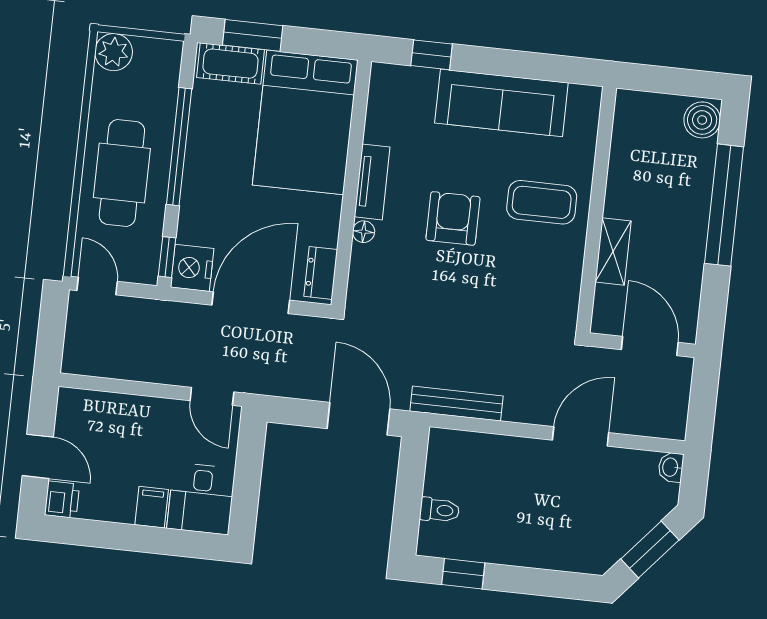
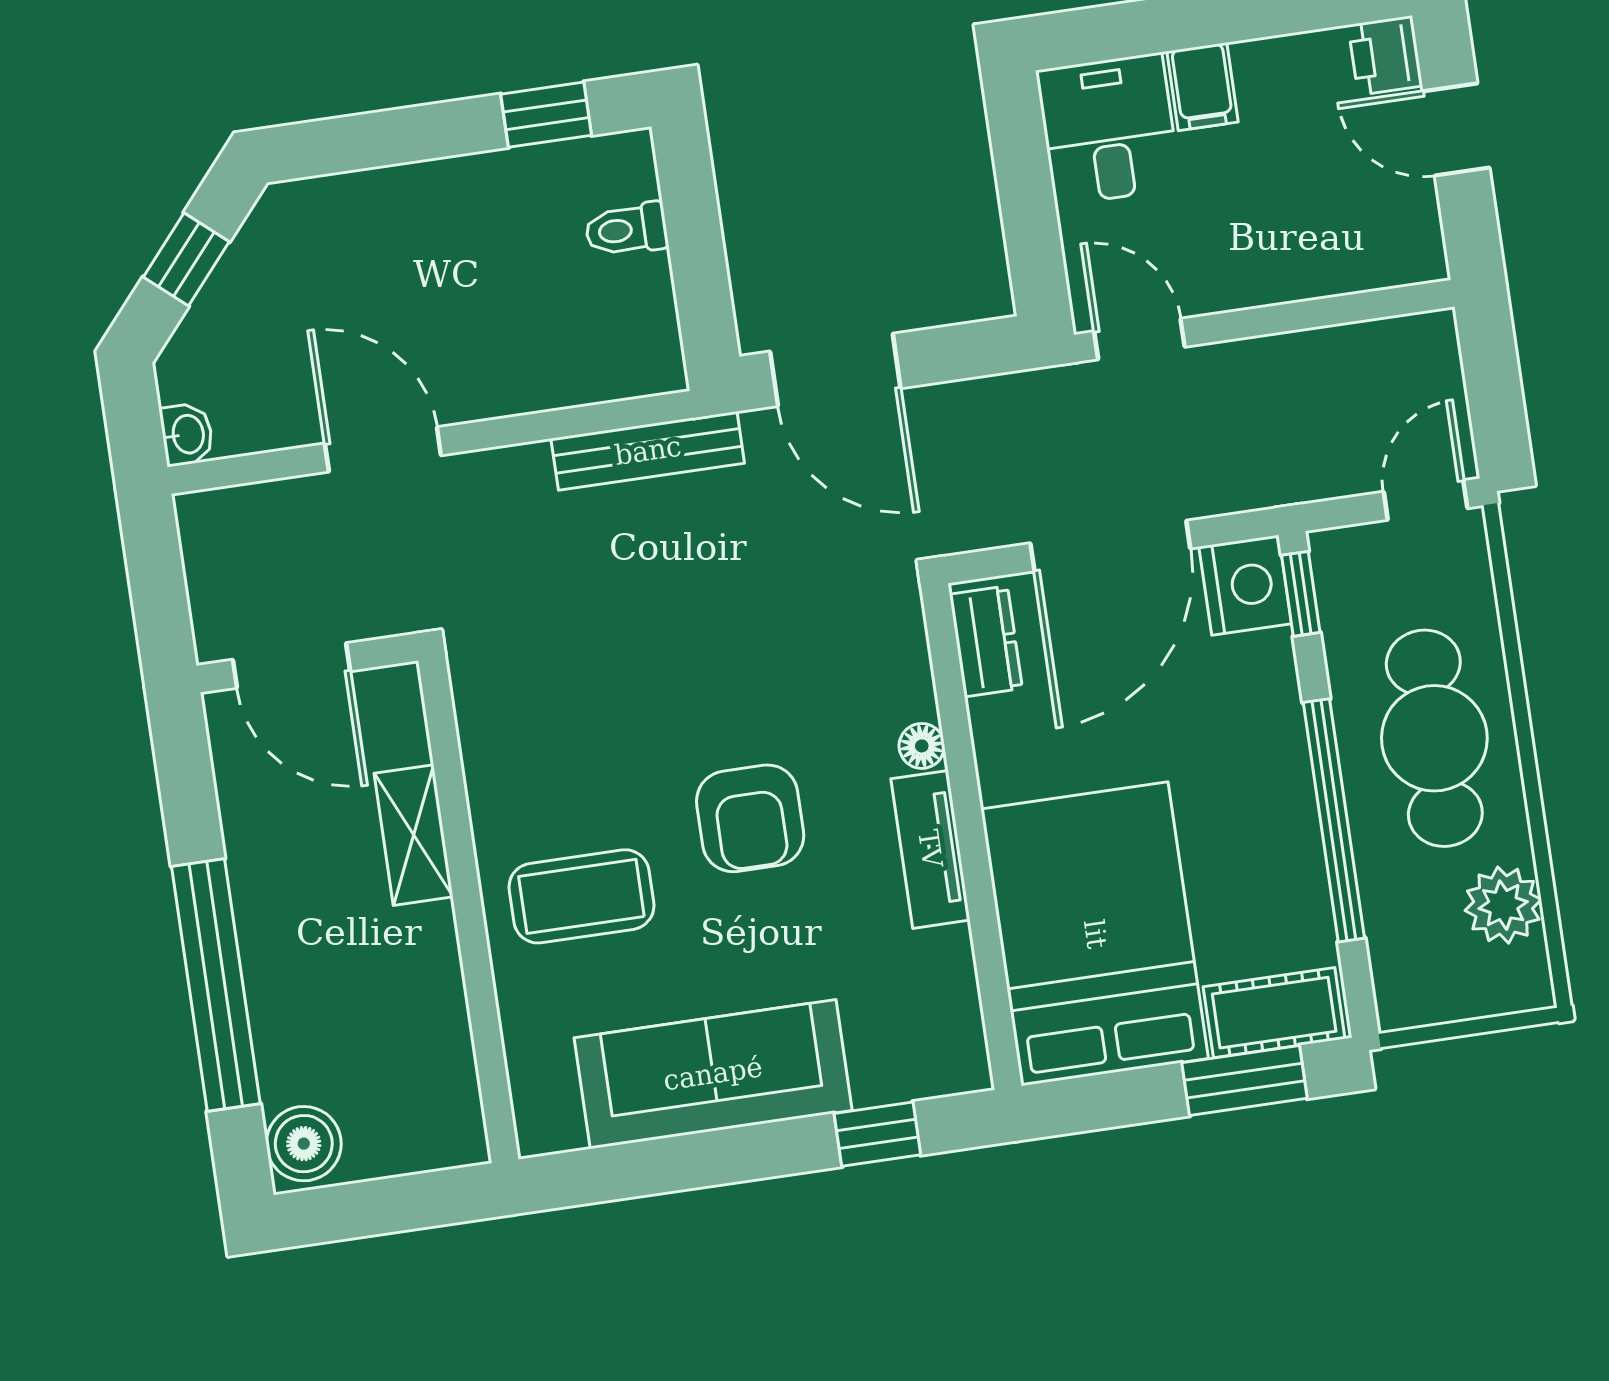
plant: (114, 52) -> (1503, 905), moved
door: (97, 286) -> (1426, 500), swing flipped
door: (581, 436) -> (383, 449), swing flipped
window: (650, 549) -> (186, 259), width x0.67

